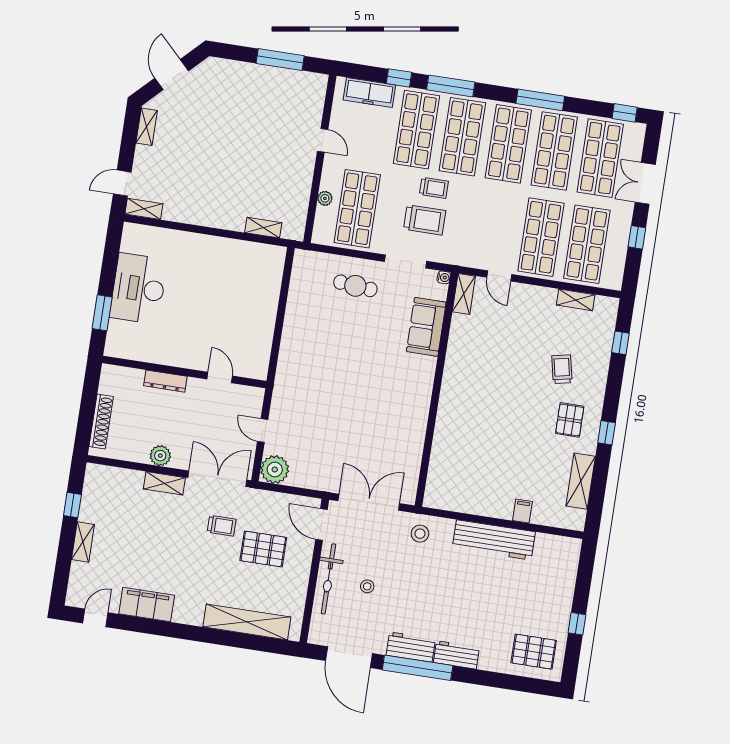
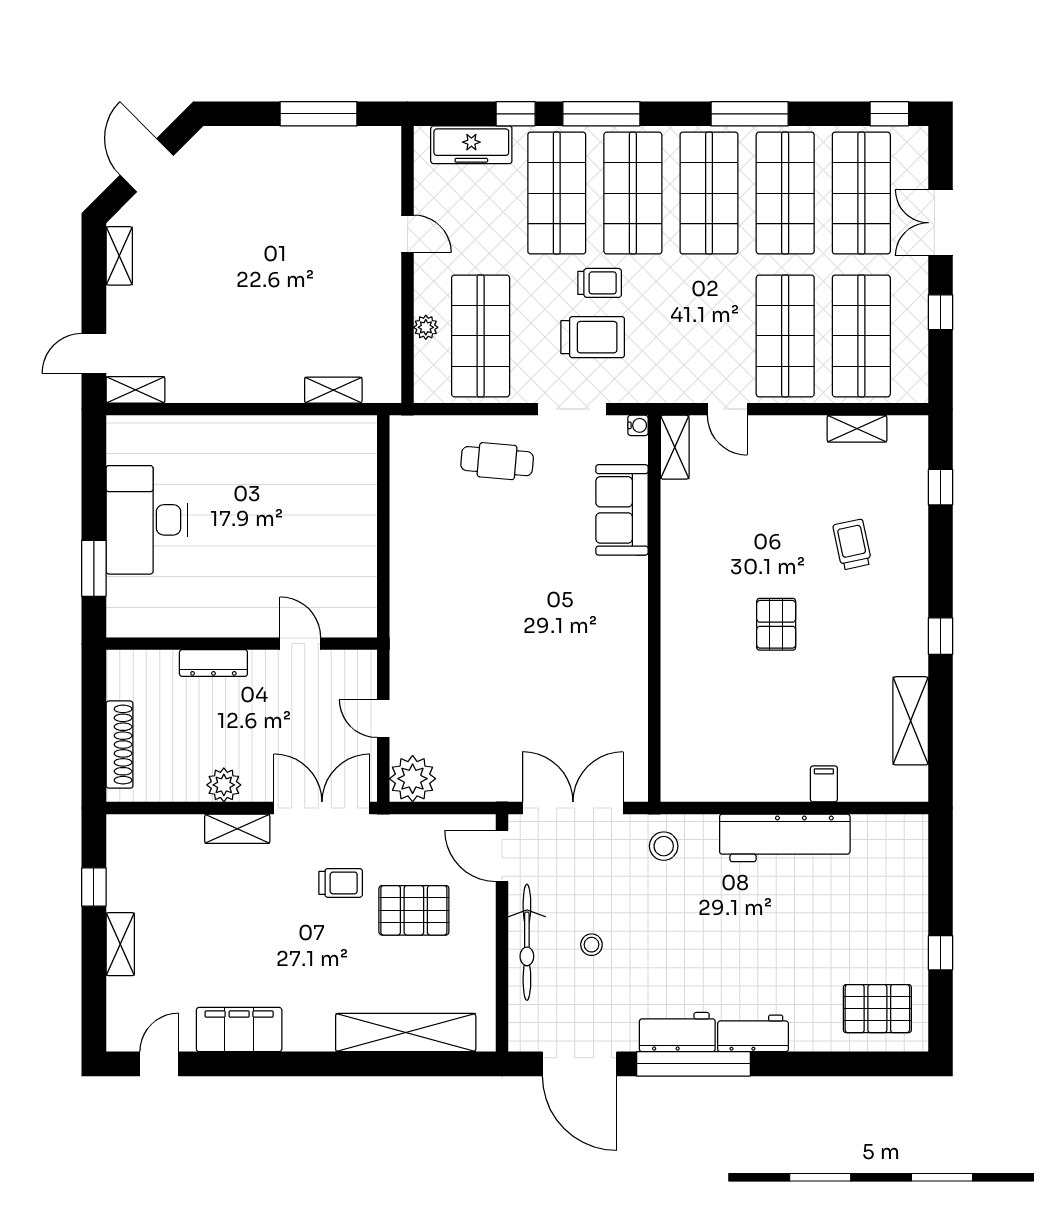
pallet: (570, 420) -> (776, 624), moved

